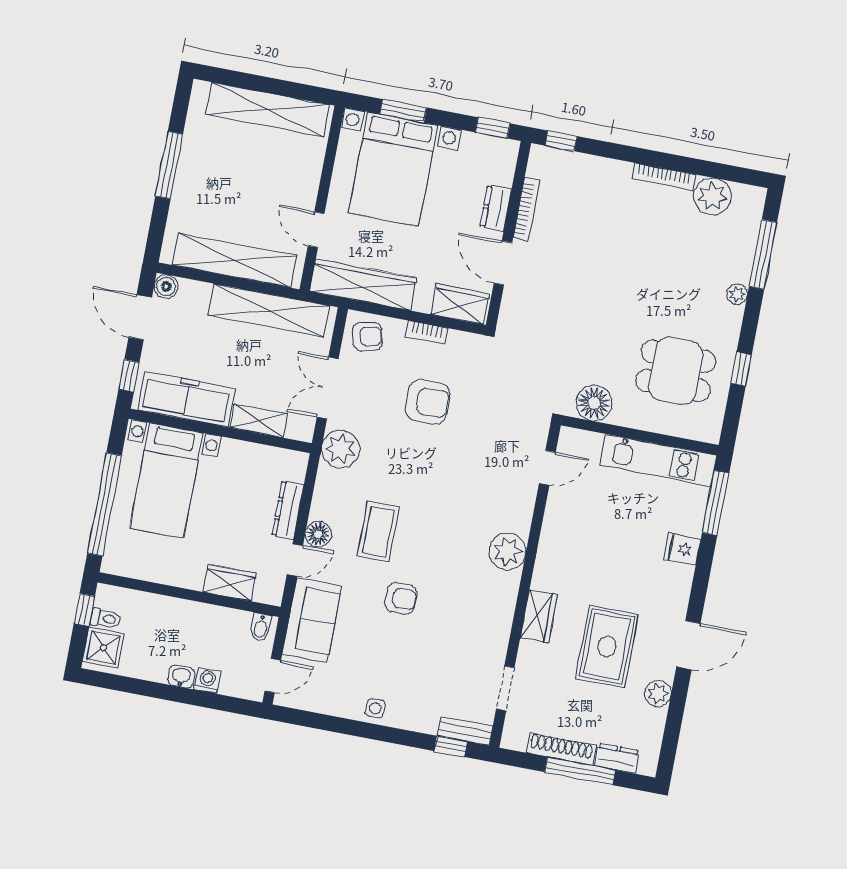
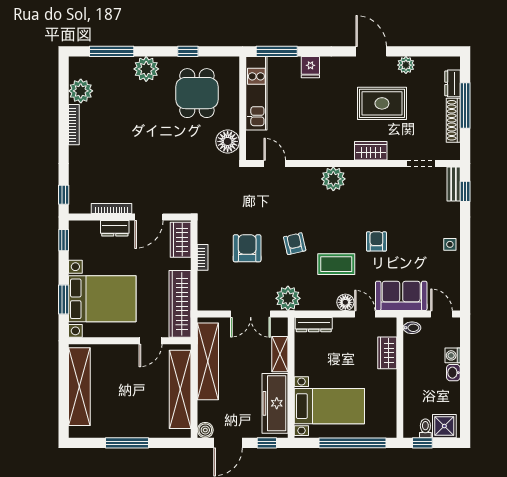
plant: (737, 294) -> (146, 69), width x1.87, depth x1.87
armchair: (367, 337) -> (295, 244), moved
dresser: (288, 510) -> (314, 325), moved

